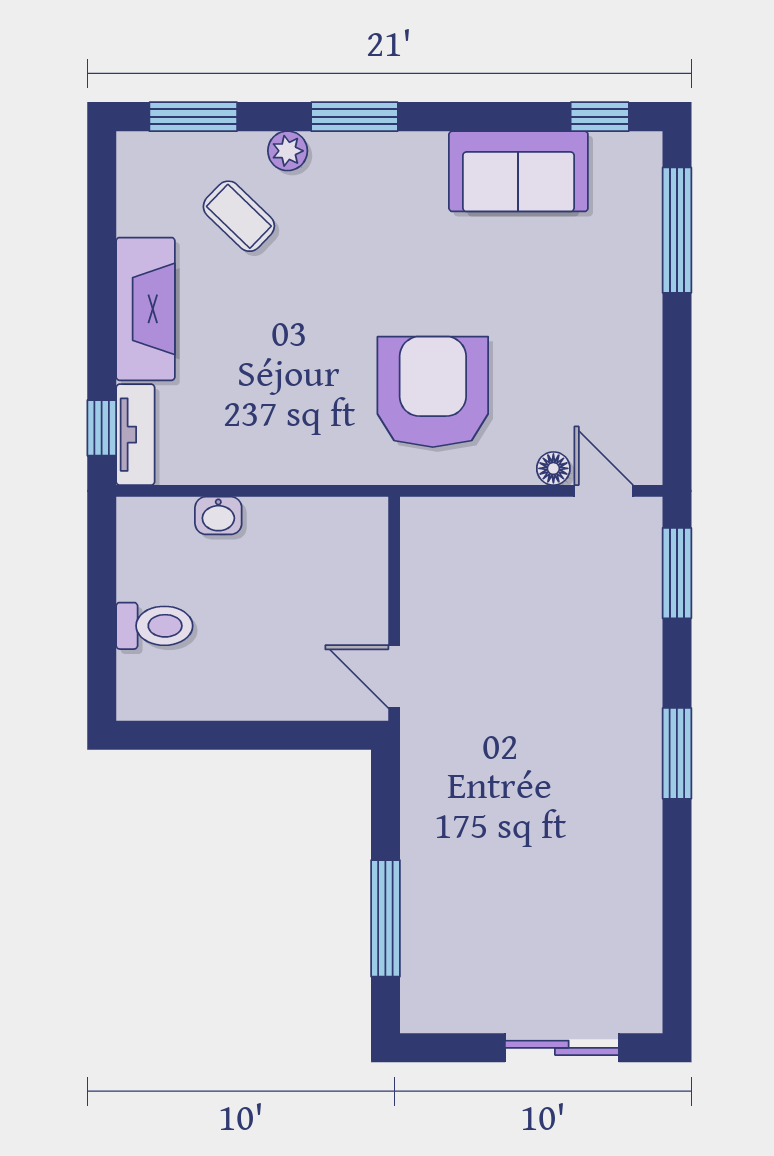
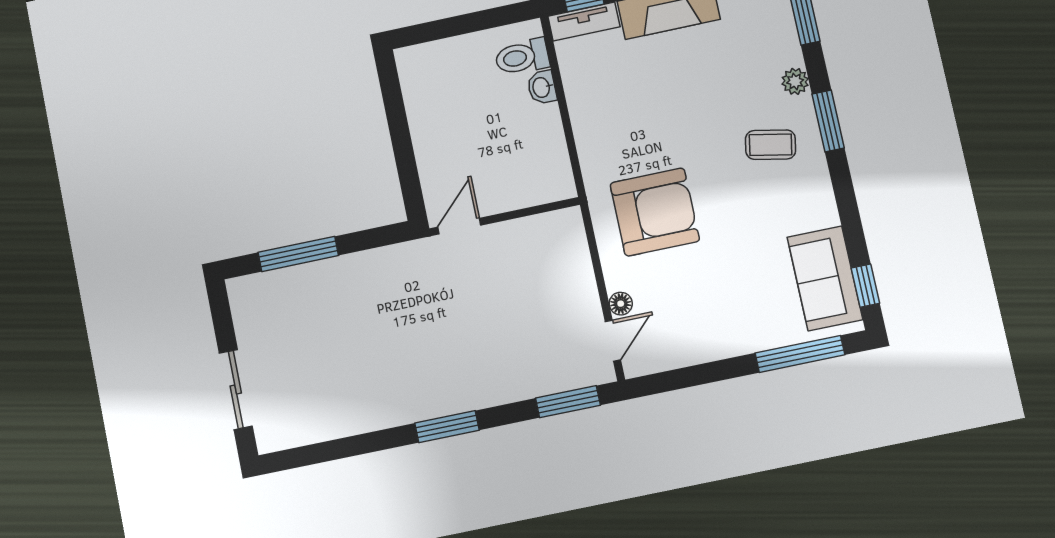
sofa: (518, 171) -> (825, 278), moved
coffee table: (239, 216) -> (771, 145), moved, turned 57
toilet: (154, 626) -> (522, 57), moved, turned 90

